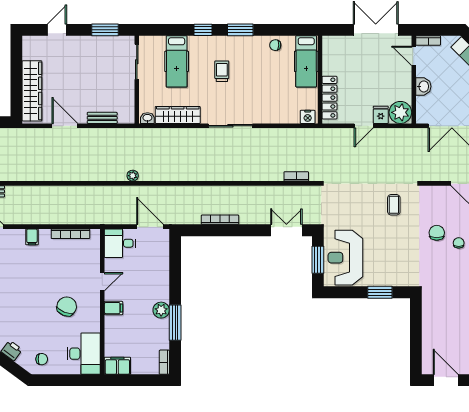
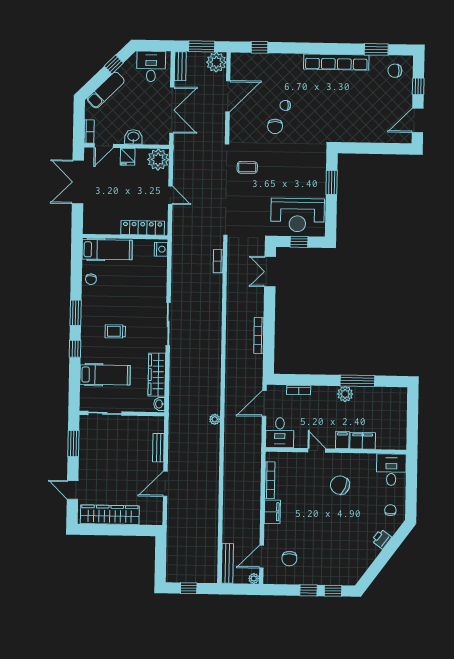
wardrobe: (32, 91) -> (110, 515), moved
fridge: (381, 115) -> (128, 157), moved, turned -90
chair: (437, 233) -> (275, 126), turned -90
filing cabinet: (32, 237) -> (272, 512), width x2.00
window: (318, 260) -> (299, 242), width x0.67
desk: (84, 354) -> (391, 470), width x0.73
bookcase: (164, 362) -> (299, 390), moved
filing cabinet: (117, 366) -> (363, 441), moved, turned 90

